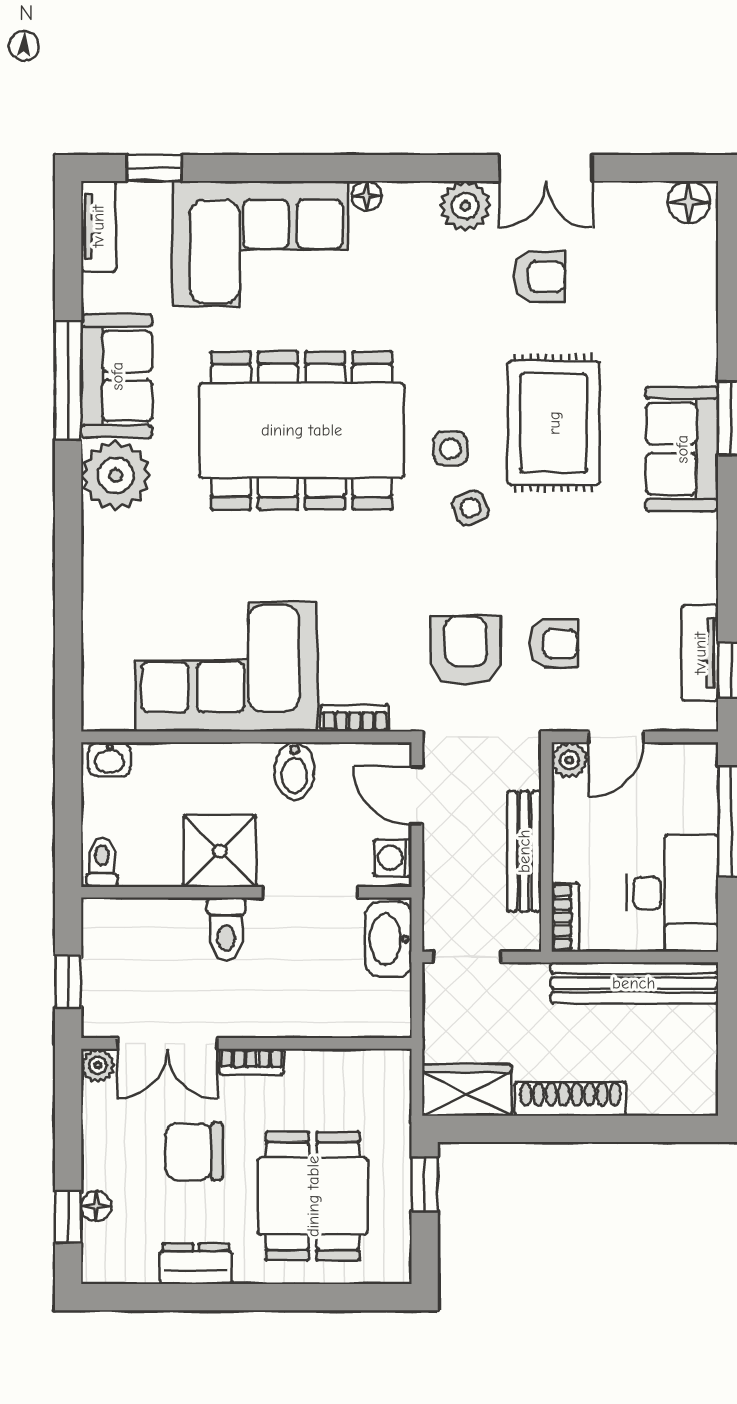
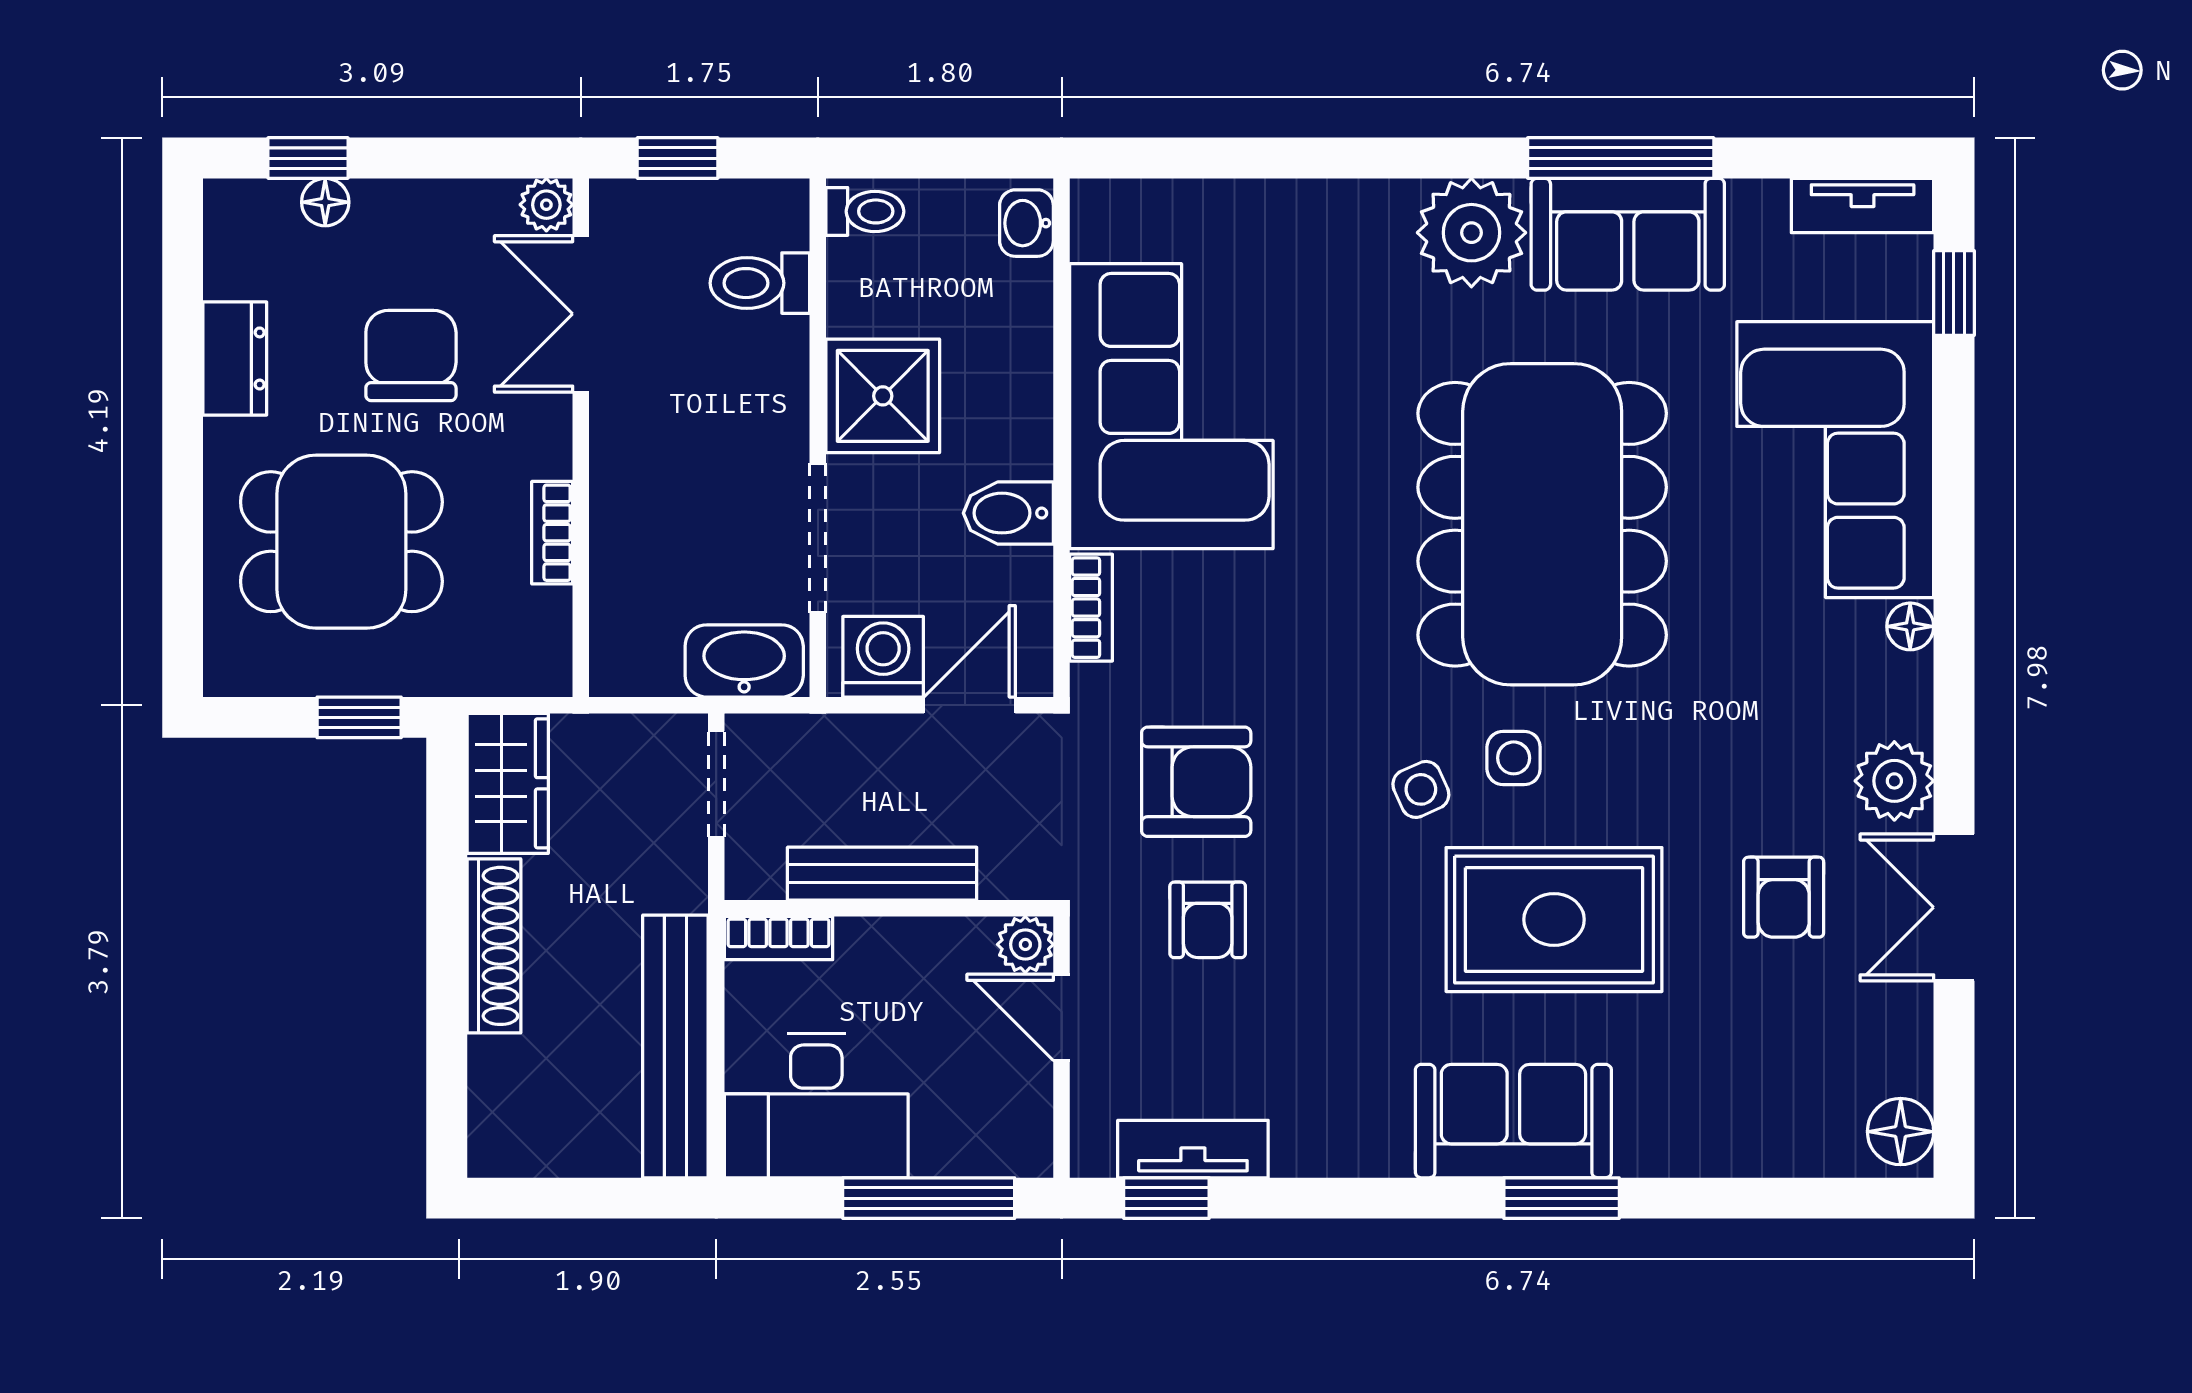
washing machine: (393, 858) -> (883, 657), width x1.38, depth x1.38
toilet: (226, 929) -> (760, 283), moved
bookcase: (251, 1062) -> (552, 533), moved

